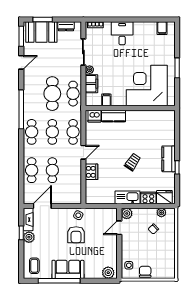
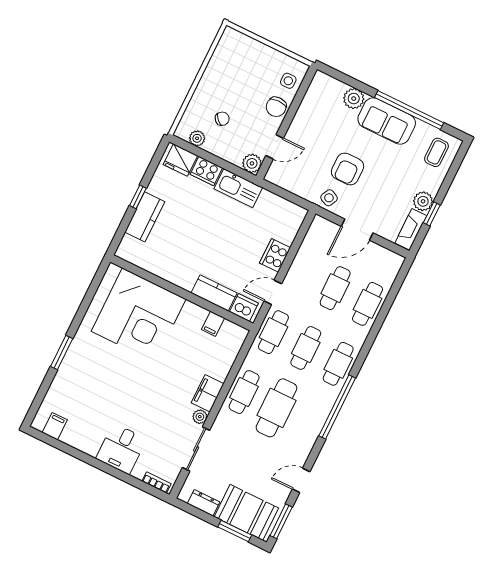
corner desk: (147, 85) -> (139, 315), moved
filing cabinet: (106, 100) -> (213, 324), moved
wall: (130, 108) -> (182, 293), moved
dishwasher: (94, 116) -> (244, 307), moved
kitchen counter: (114, 116) -> (214, 293), moved
trolley: (133, 162) -> (203, 239), removed
door: (42, 206) -> (357, 230), moved
armchair: (76, 235) -> (348, 169), turned 180
chair: (145, 272) -> (276, 107), moved
plant: (108, 273) -> (354, 99), moved

